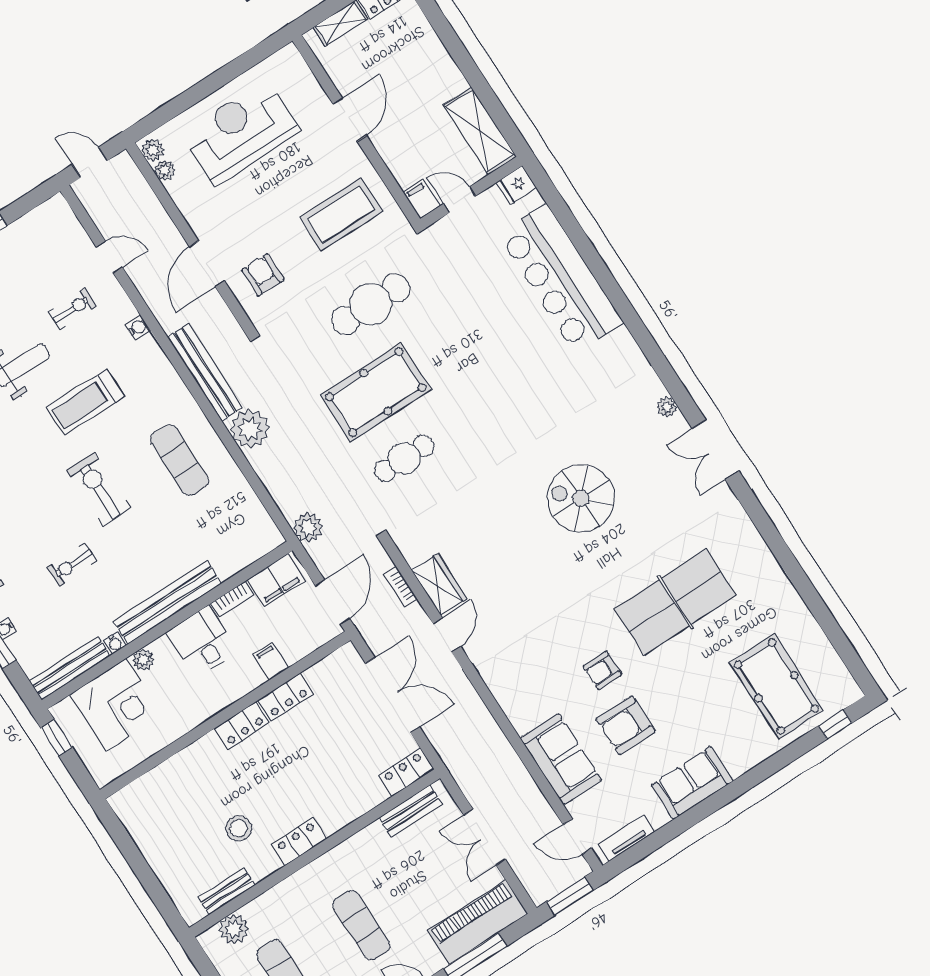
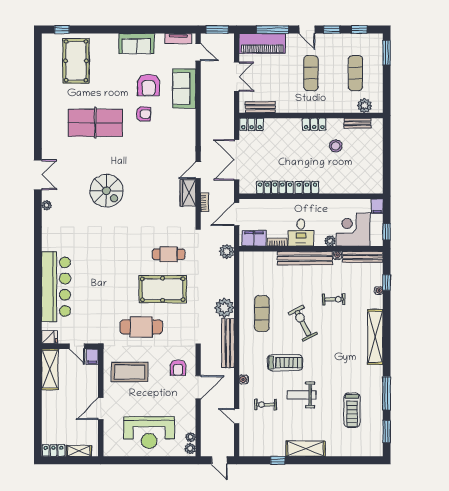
exercise bike: (99, 489) -> (303, 323), turned 153
filing cabinet: (271, 661) -> (377, 206), moved
locker: (286, 697) -> (275, 187), width x1.53
armchair: (626, 725) -> (148, 85), turned 90

